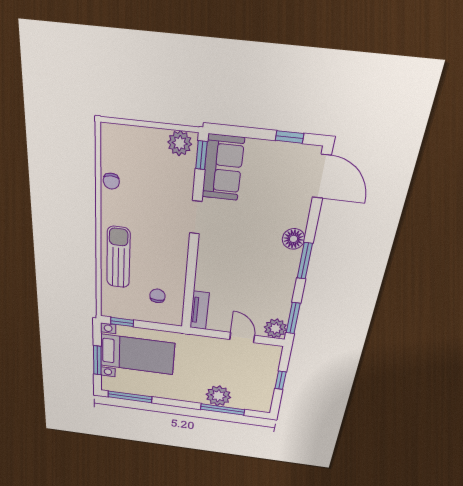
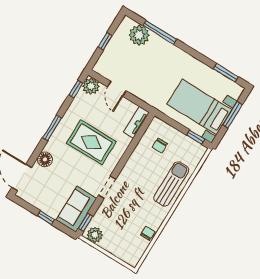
window: (290, 137) -> (46, 218), moved
floor lamp: (294, 239) -> (45, 159), moved
sun lounger: (118, 257) -> (171, 184), turned 180
rug: (244, 264) -> (91, 142), added
window: (293, 318) -> (76, 89), width x0.67
plant: (218, 396) -> (139, 35), moved
window: (130, 397) -> (226, 73), width x0.69

